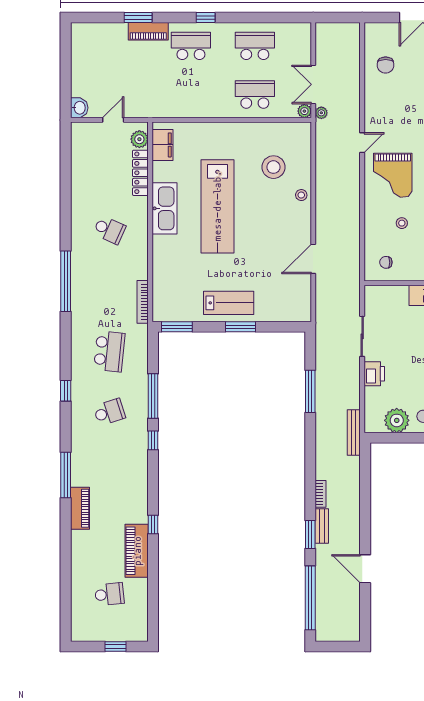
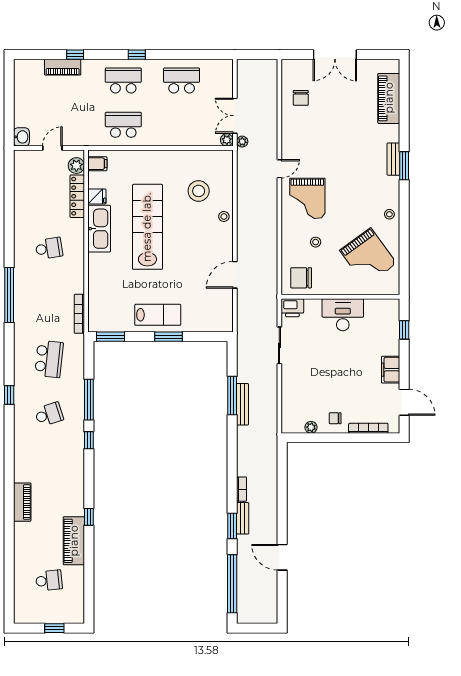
window: (138, 17) -> (75, 55), width x0.67
piano: (148, 31) -> (63, 67), moved
school desk: (255, 94) -> (123, 125), moved
filing cabinet: (162, 145) -> (97, 164), width x0.50
fridge: (162, 173) -> (97, 196), added
lab bench: (217, 206) -> (147, 227), turned 180
school desk: (109, 230) -> (49, 248), turned -33
chair: (386, 262) -> (301, 278), width x1.87, depth x1.87
printer: (374, 374) -> (292, 308), moved, turned 90
plant: (397, 420) -> (311, 427), width x0.53, depth x0.53
bench: (354, 432) -> (242, 404), moved
window: (66, 475) -> (9, 472), removed

